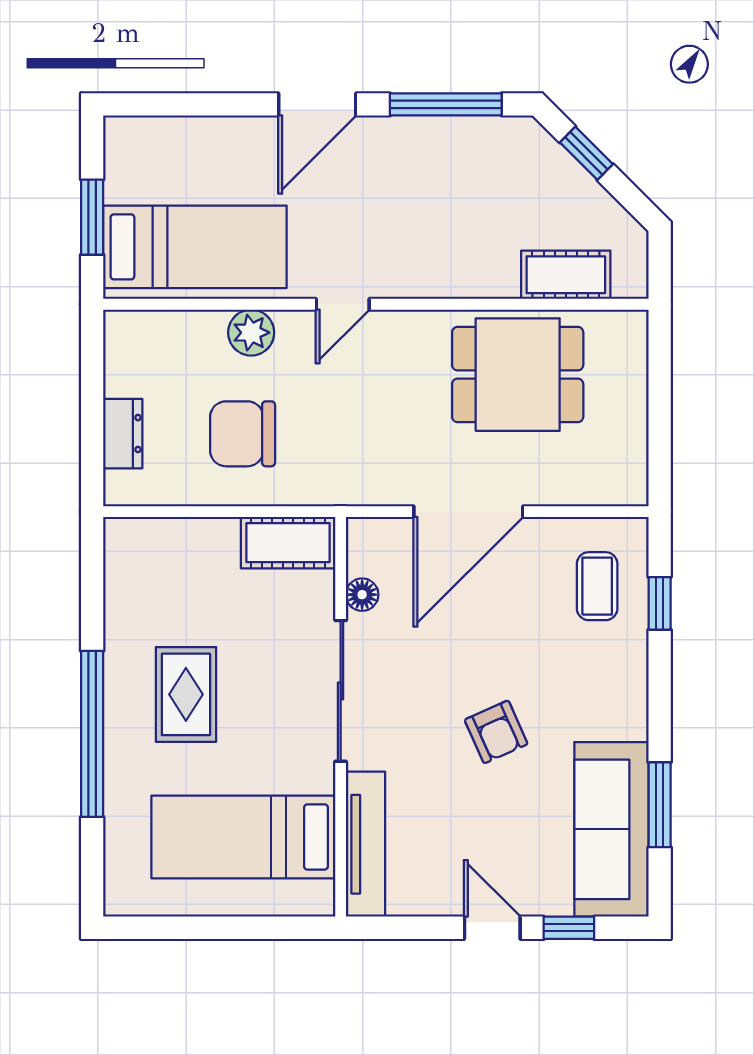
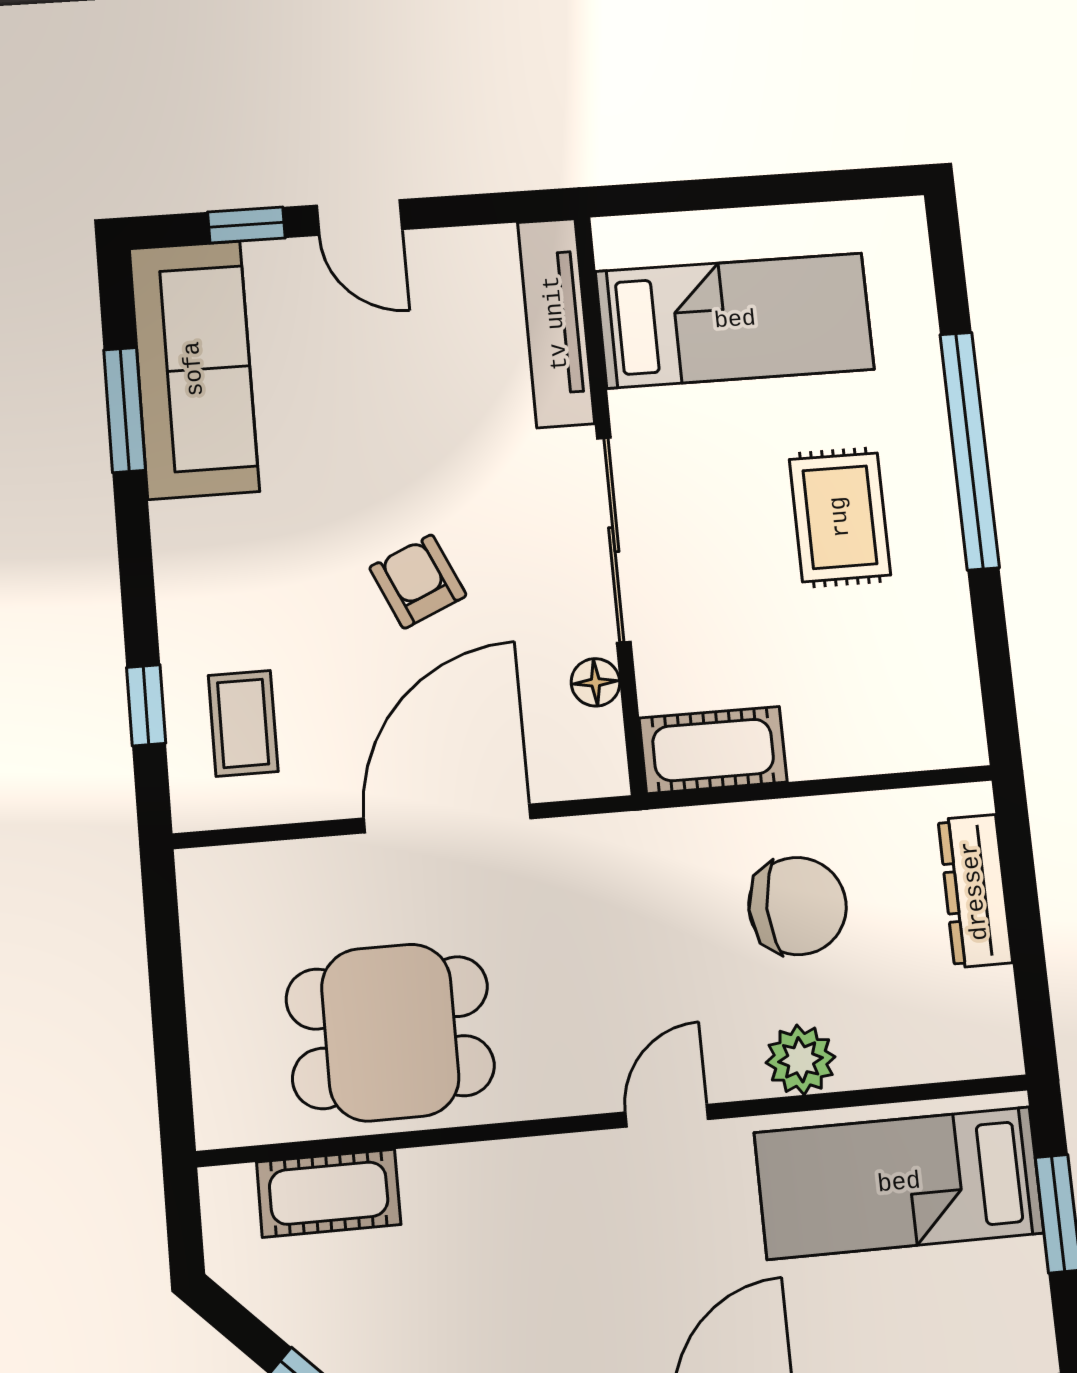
dresser: (123, 434) -> (975, 891), width x1.44
armchair: (496, 732) -> (418, 582), moved

